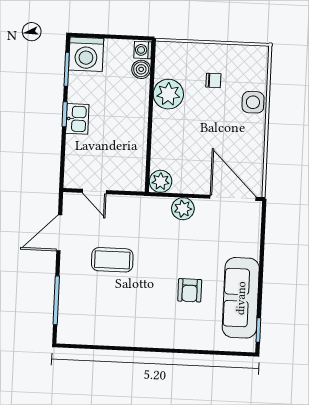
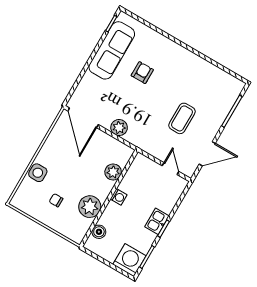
washing machine: (143, 50) -> (119, 197), moved
plant: (161, 181) -> (113, 172), moved
coffee table: (112, 260) -> (182, 118), turned 90

